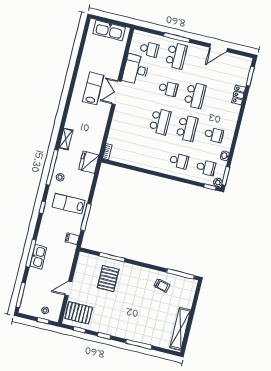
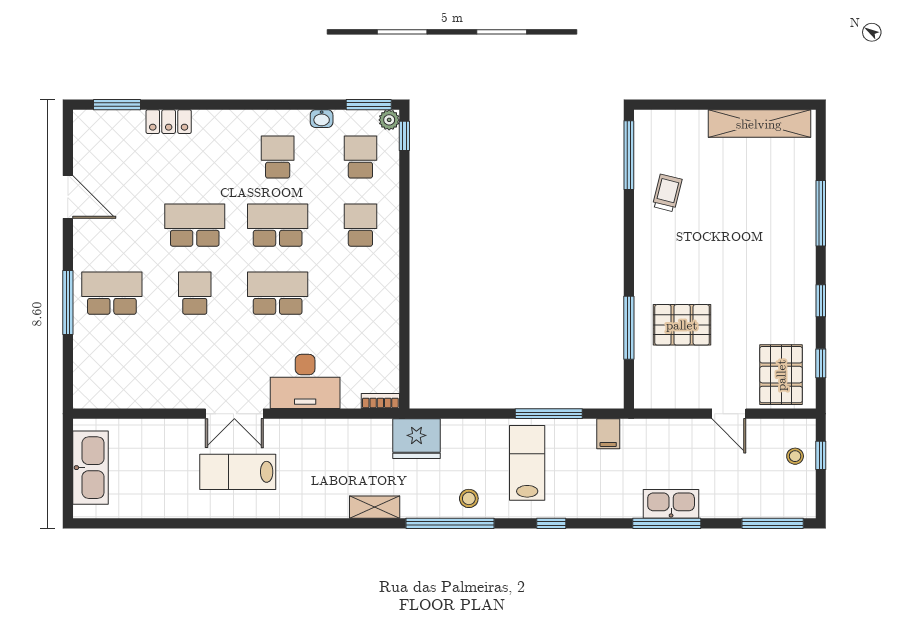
school desk: (149, 49) -> (112, 361), removed
desk: (136, 69) -> (305, 381), moved
lab bench: (69, 204) -> (527, 463), turned 180

